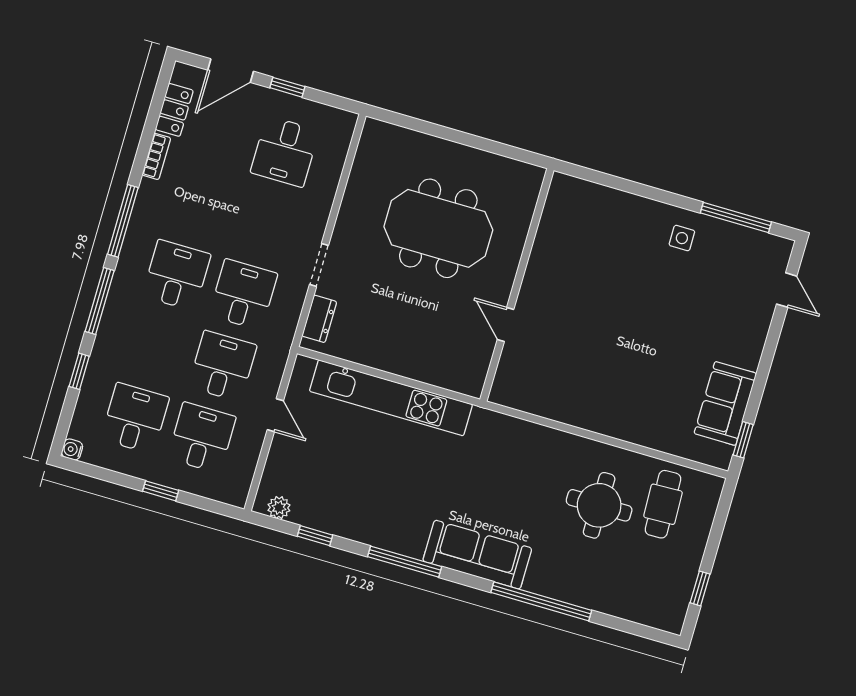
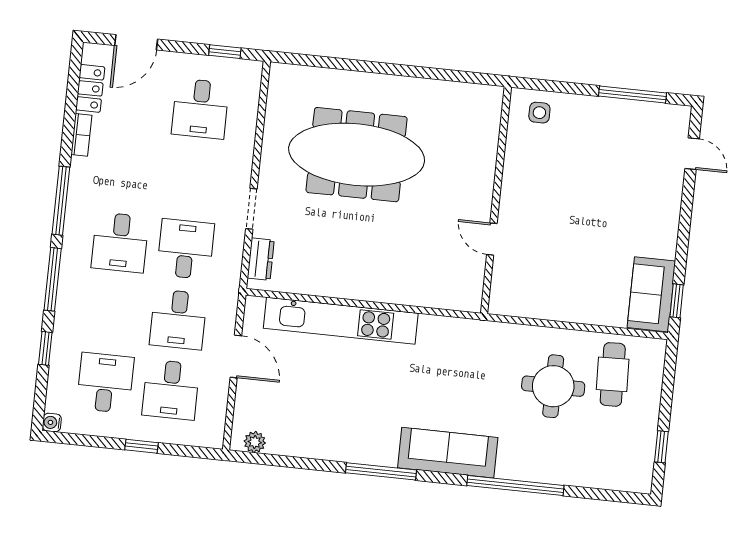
window: (287, 87) -> (225, 52), moved
meeting table: (438, 228) -> (357, 155), width x1.36
side table: (682, 238) -> (539, 113), moved
desk: (177, 275) -> (120, 242), turned 180
wall: (517, 285) -> (496, 200), moved
door: (505, 325) -> (492, 239), moved
desk: (222, 366) -> (178, 319), turned 180
sofa: (725, 403) -> (651, 294), moved
door: (275, 415) -> (236, 356), width x1.38
desk: (202, 438) -> (171, 390), turned 180
window: (315, 536) -> (293, 462), removed

